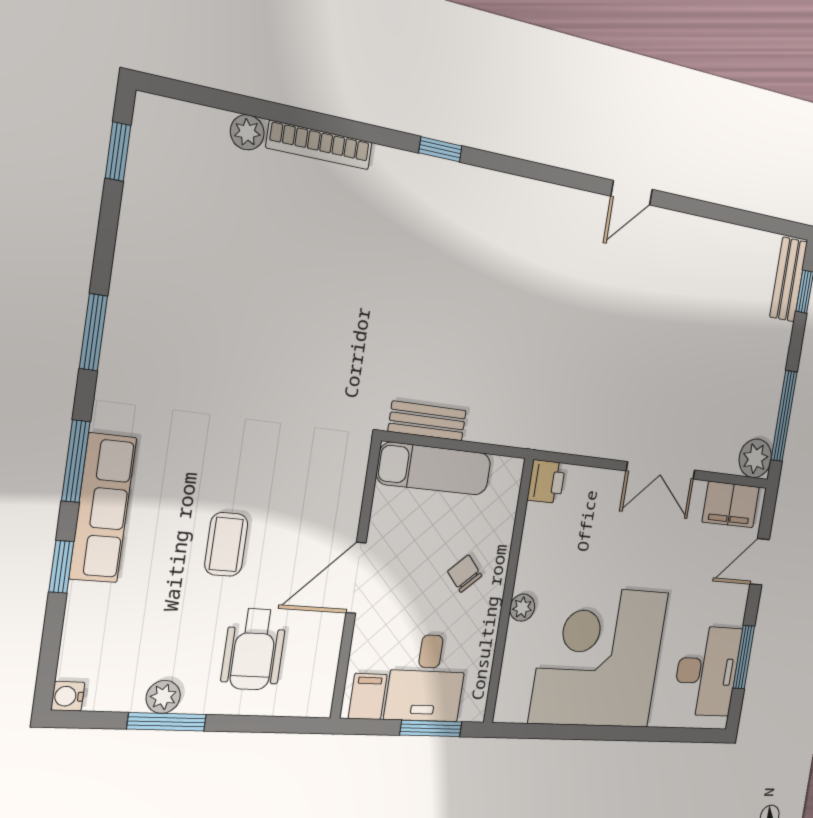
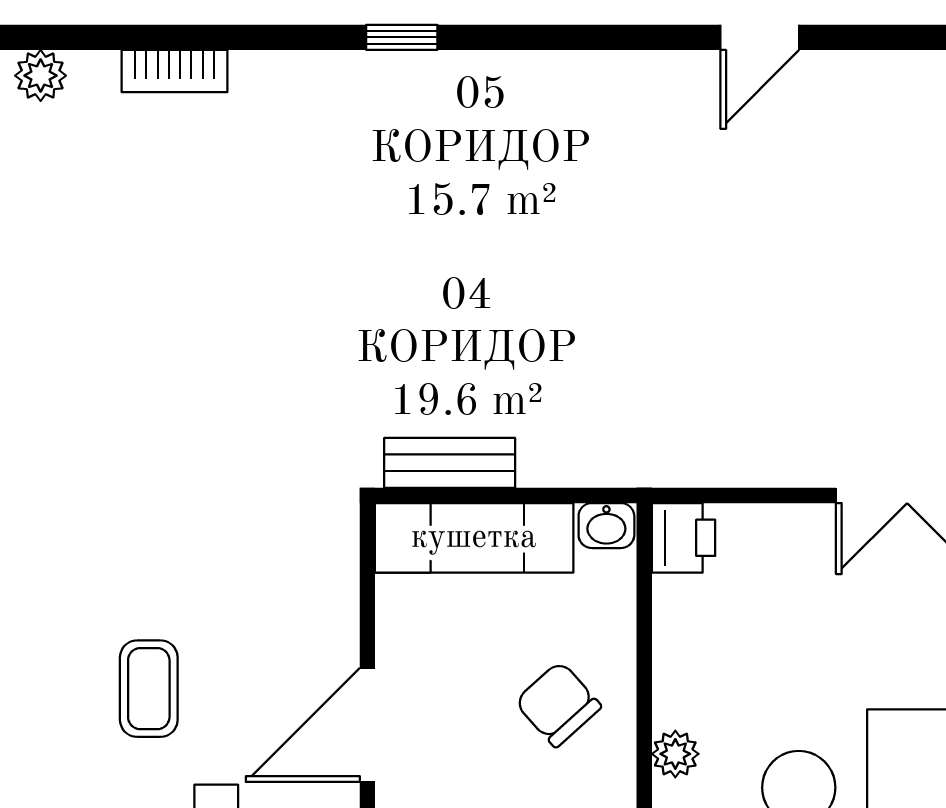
plant: (247, 132) -> (41, 76), moved
bookcase: (319, 145) -> (175, 71), width x0.64
washbasin: (507, 470) -> (606, 526), added
chair: (465, 574) -> (558, 704), width x1.37, depth x1.37

